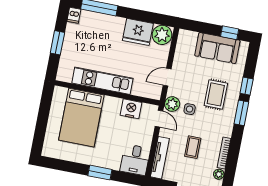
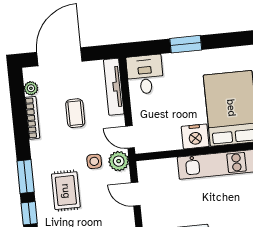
door: (167, 77) -> (136, 194), swing flipped
nightstand: (131, 109) -> (195, 136), moved

